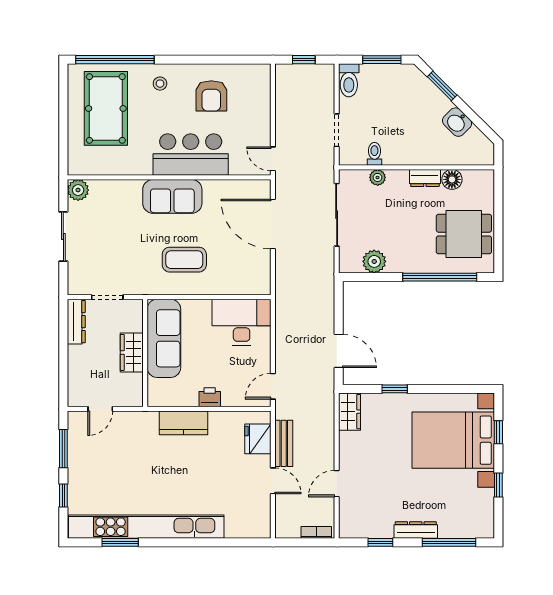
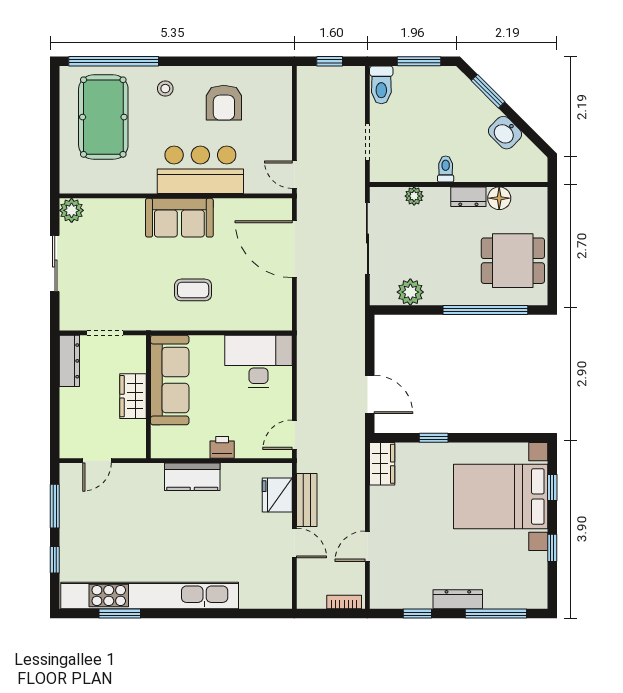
toilet: (374, 154) -> (446, 169), moved
coffee table: (184, 260) -> (193, 290), width x0.73, depth x0.77

